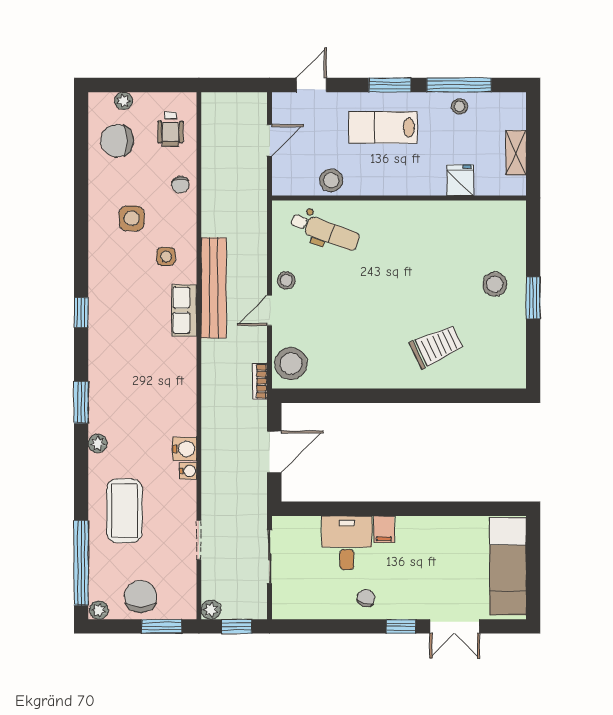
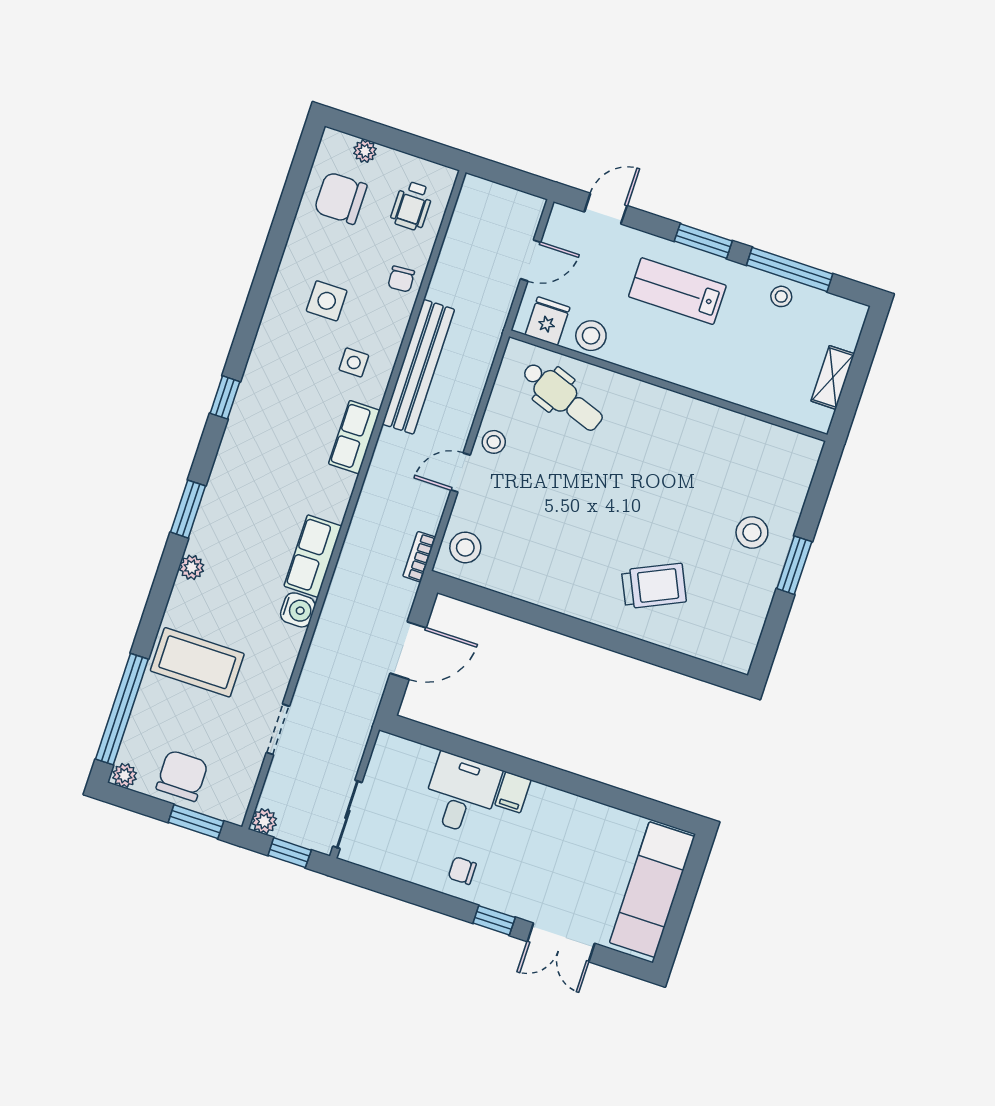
fridge: (460, 180) -> (548, 321), moved
bench: (214, 288) -> (418, 367), moved
stool: (291, 364) -> (465, 547), width x0.73, depth x0.73
row of seats: (183, 406) -> (313, 556), added
water cooler: (188, 471) -> (293, 639), removed
coffee table: (124, 511) -> (197, 662), turned 90
sliding door: (269, 557) -> (347, 814), moved
chair: (366, 598) -> (462, 871), turned -107

